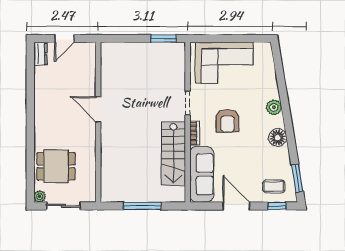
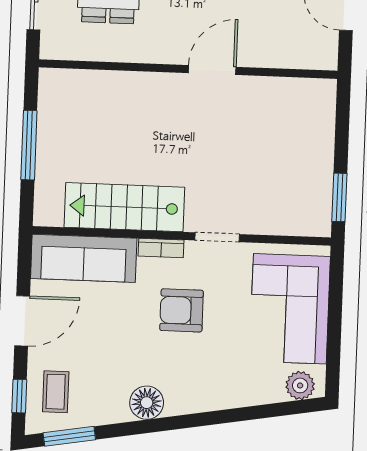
plant: (274, 107) -> (300, 385), moved

